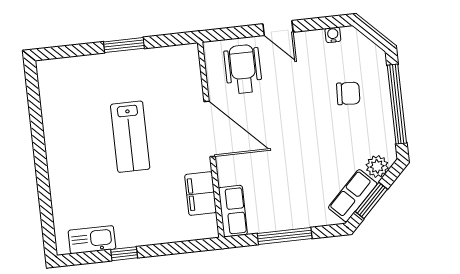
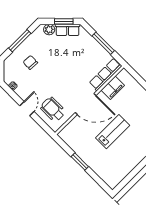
wheelchair: (243, 69) -> (53, 109), turned 90
window: (397, 104) -> (20, 41), width x0.68
door: (210, 129) -> (86, 104), swing flipped
row of seats: (233, 211) -> (105, 74), width x1.48

